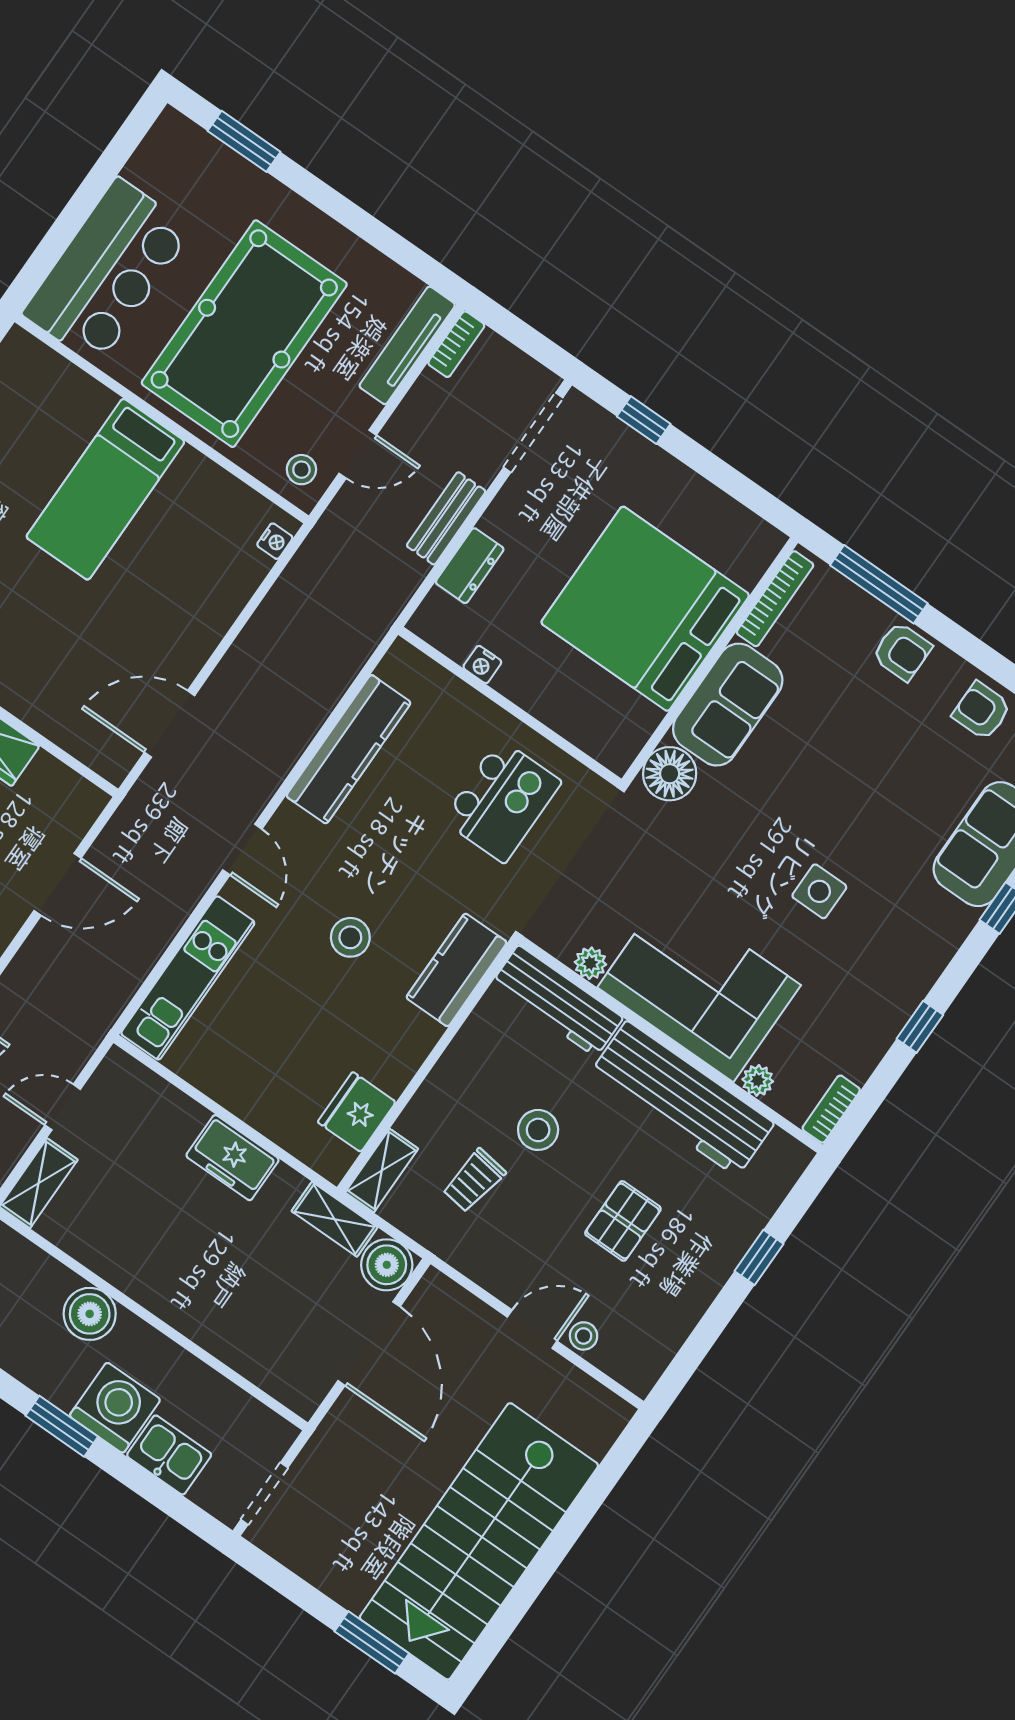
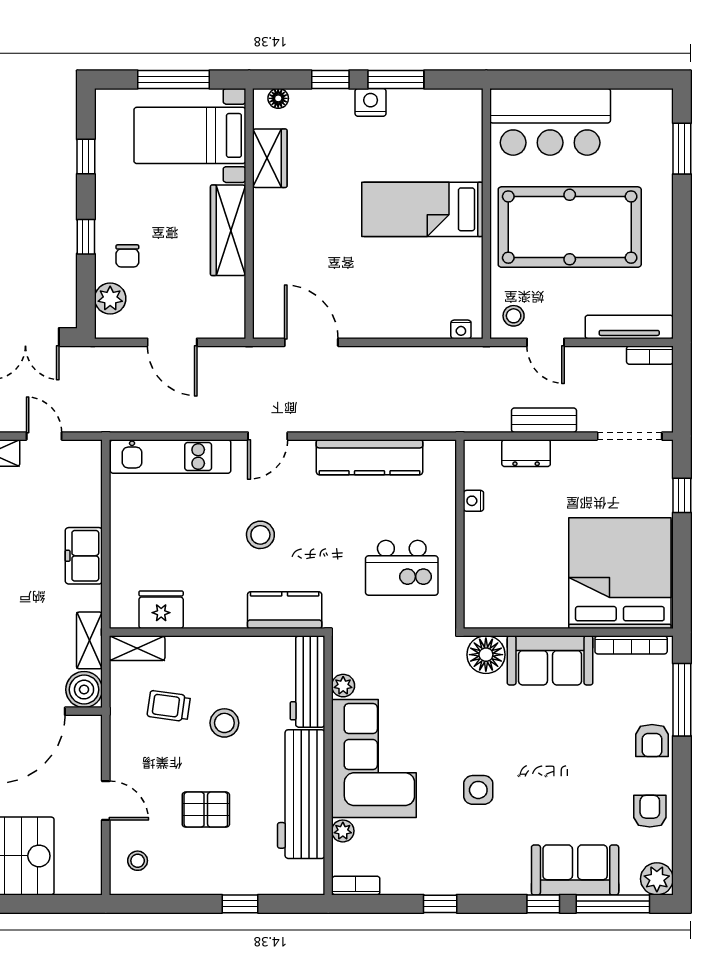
bed: (645, 609) -> (620, 573), moved
stool: (584, 1336) -> (138, 861), moved

